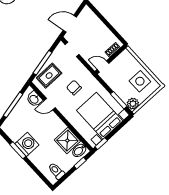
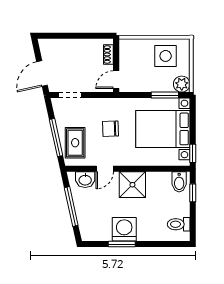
shower: (67, 140) -> (132, 185), moved

